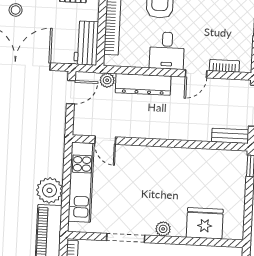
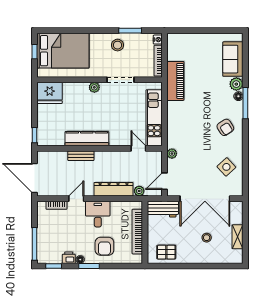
workbench: (86, 43) -> (163, 209), moved, turned 90
bench: (230, 136) -> (81, 156), moved
kitchen counter: (177, 157) -> (87, 139), added
plant: (50, 190) -> (172, 154), moved, width x0.53, depth x0.53
fridge: (205, 223) -> (50, 93), moved

